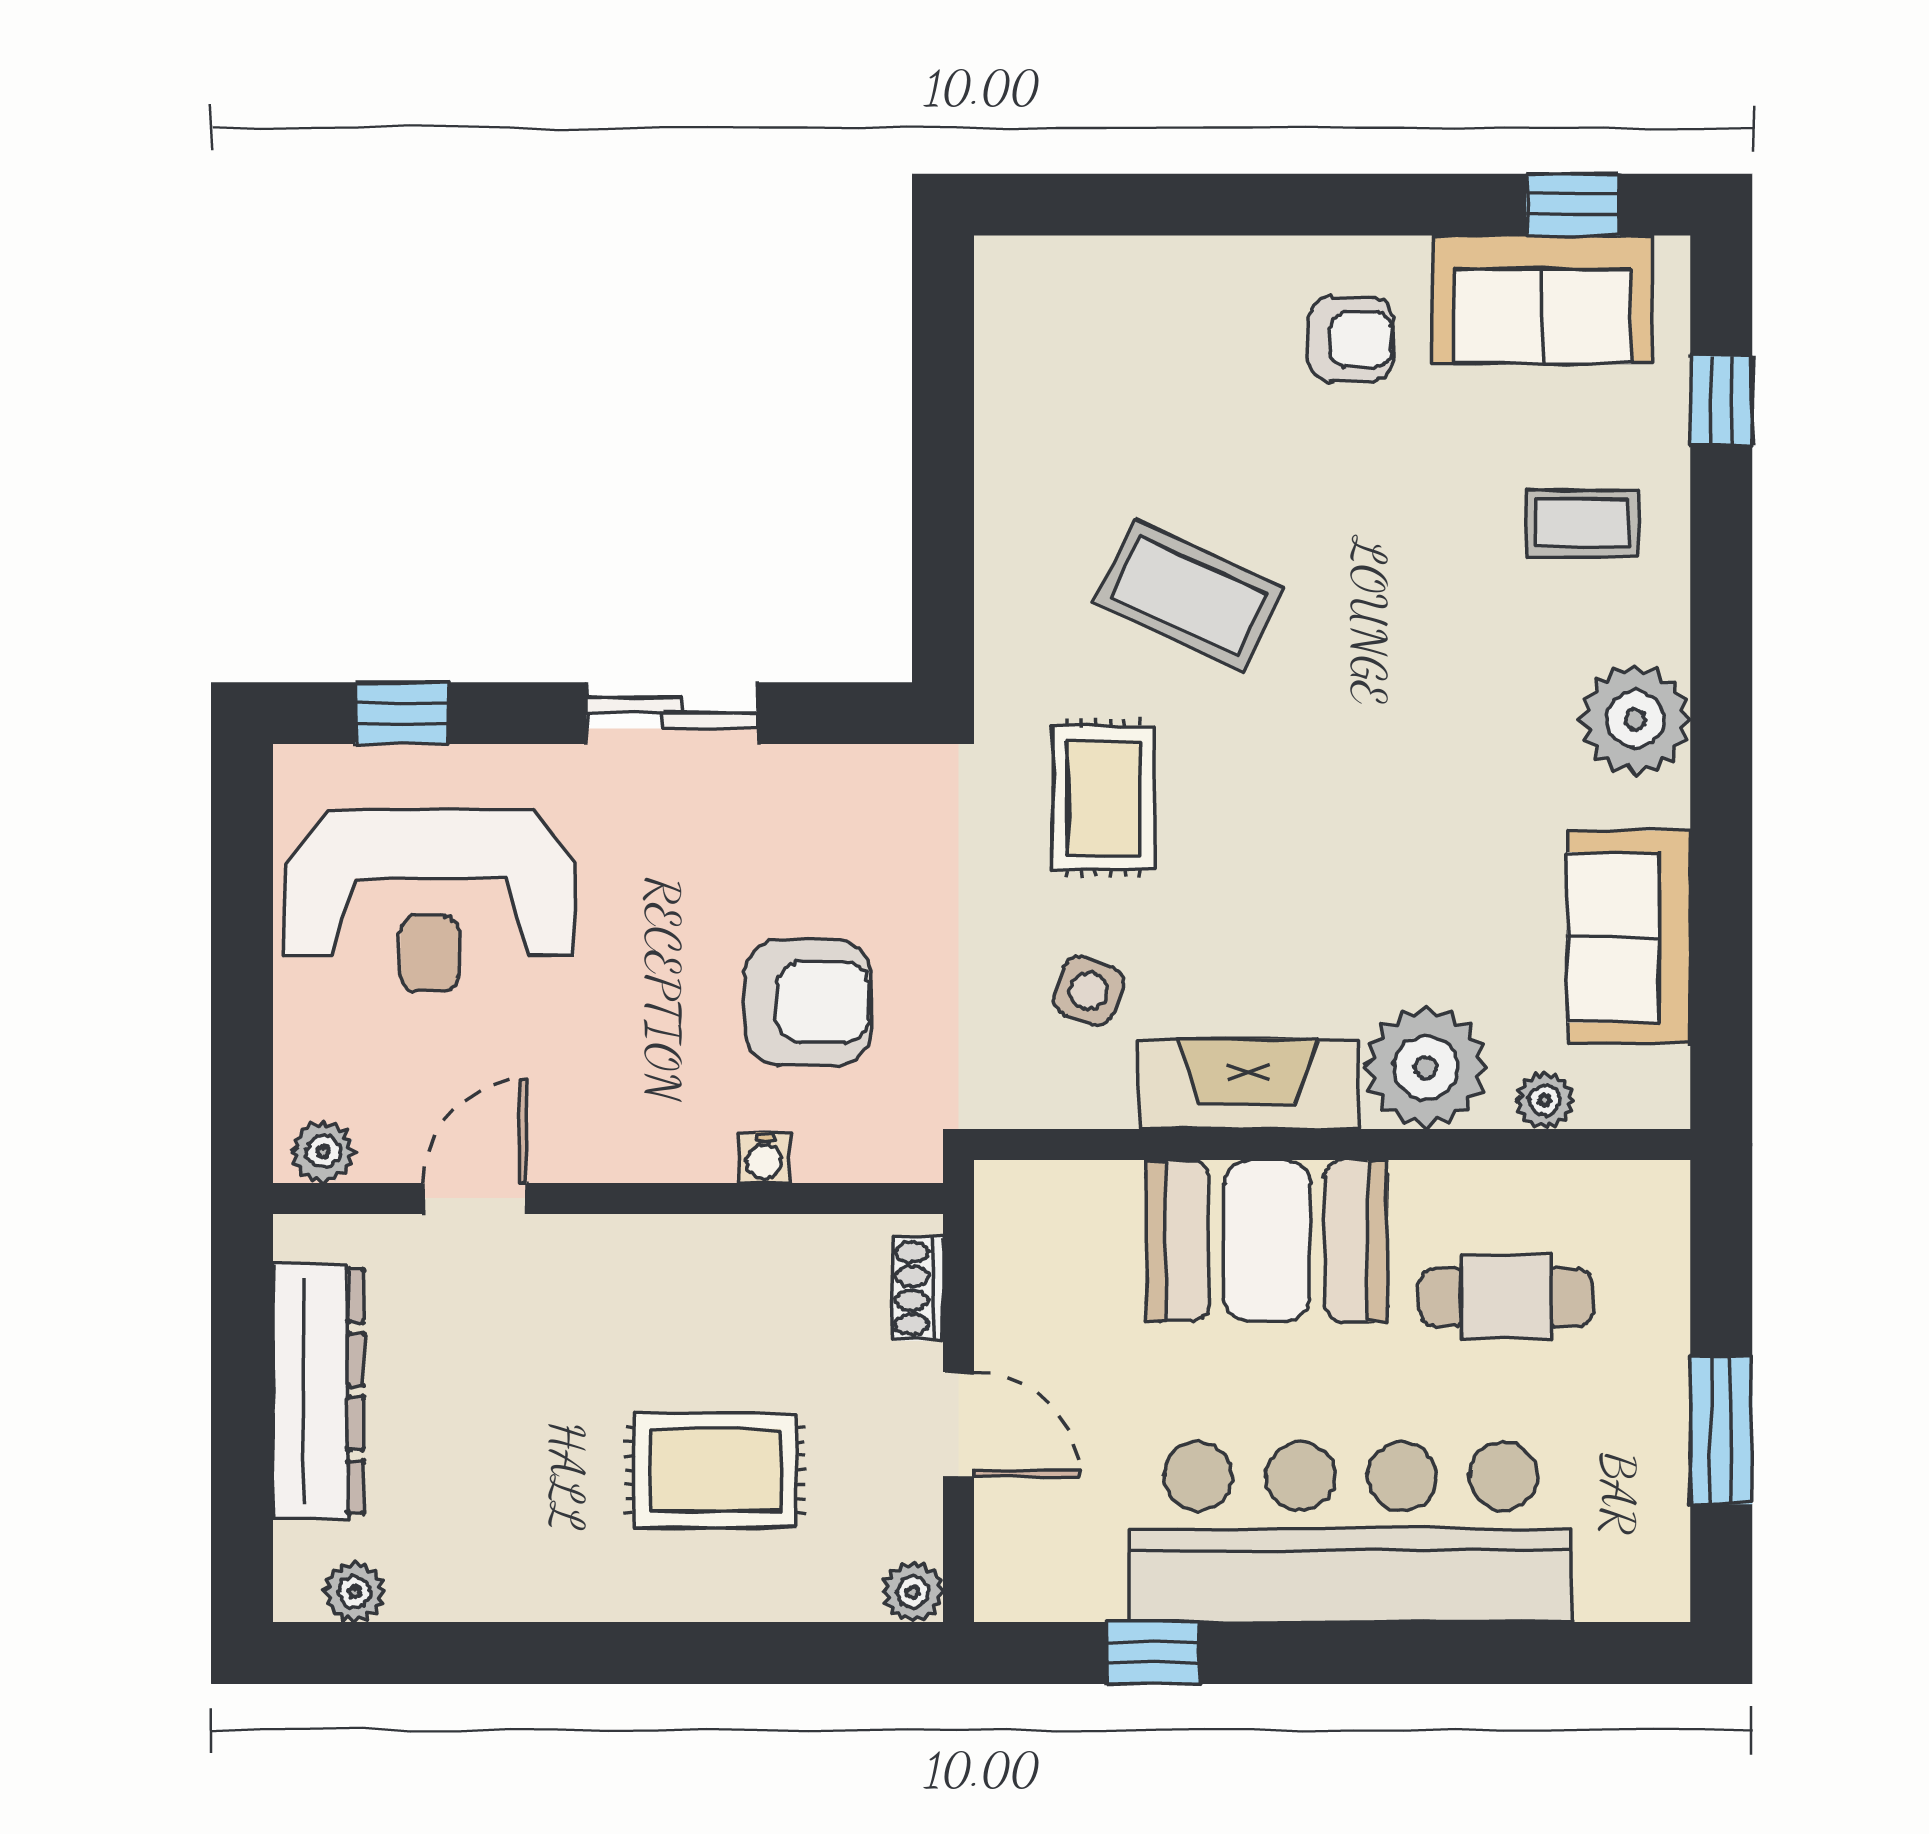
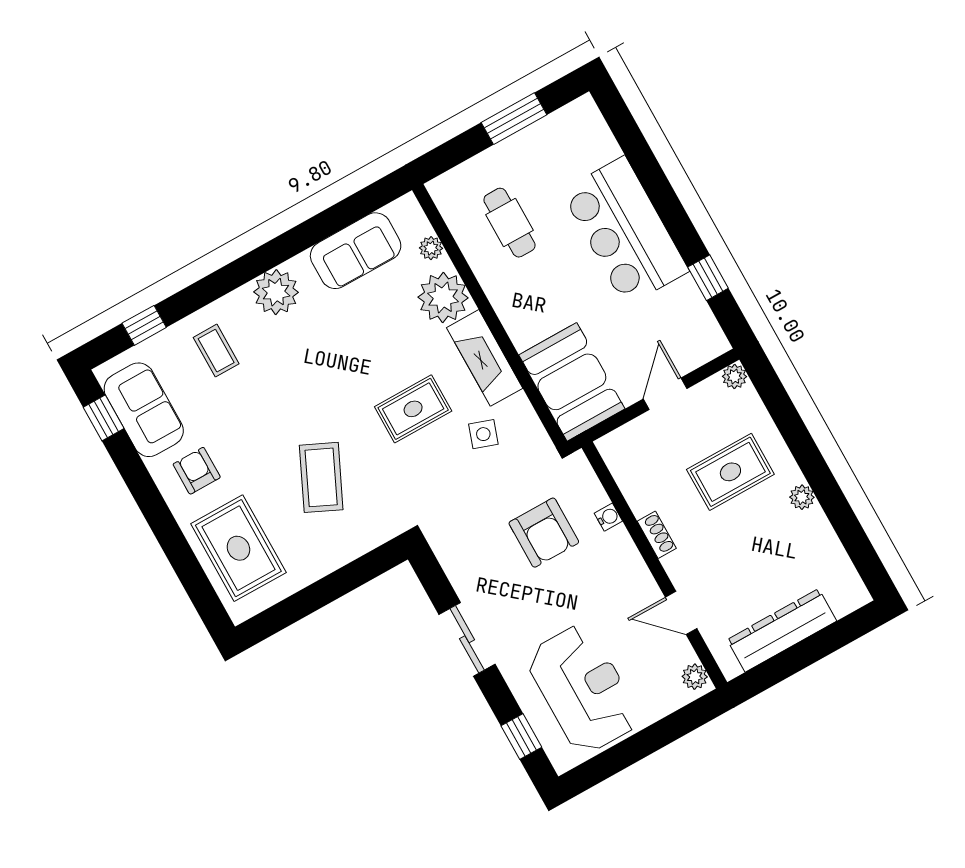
rug: (1137, 336) -> (238, 548), added
rug: (1104, 798) -> (413, 409), moved
armchair: (808, 1002) -> (544, 533), turned 180
booth: (1267, 1241) -> (572, 382), moved
shoe rack: (918, 1288) -> (657, 535), moved, turned -90
rug: (715, 1470) -> (730, 472), turned 90
bar counter: (1351, 1532) -> (625, 231), width x0.73
plant: (355, 1592) -> (802, 497), moved

